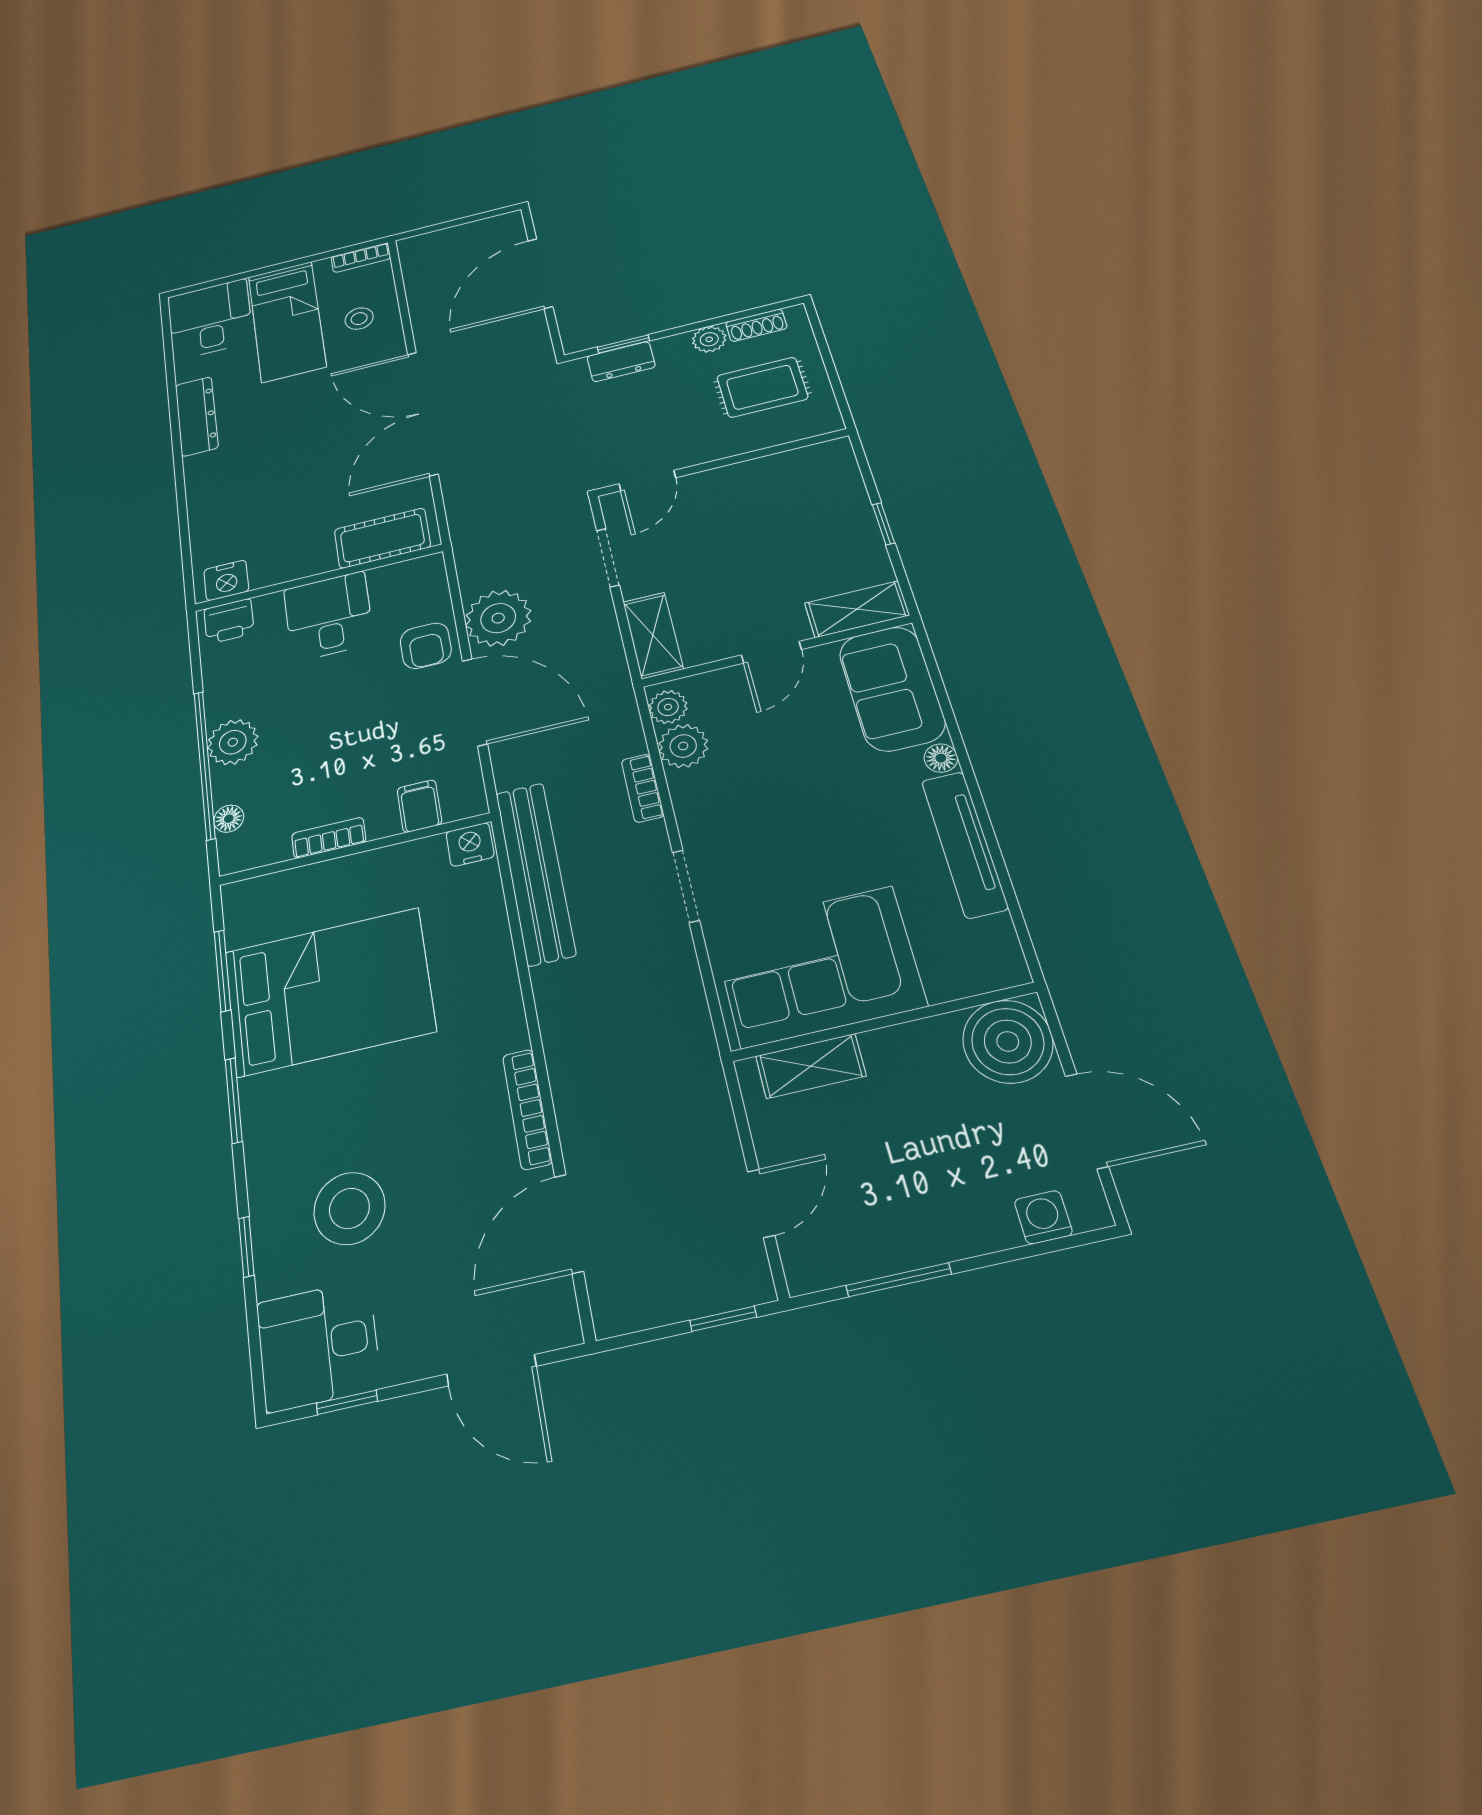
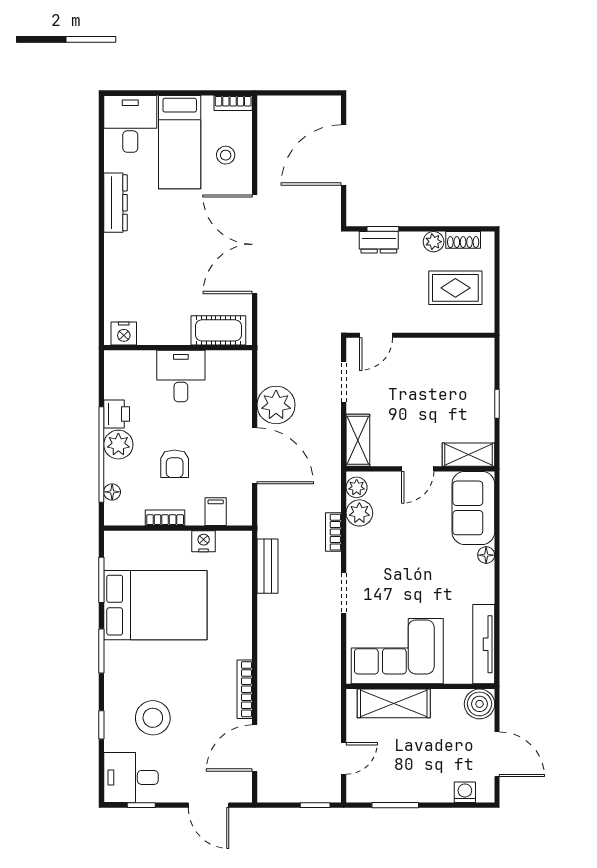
printer: (229, 621) -> (117, 414), moved, turned -90
armchair: (426, 646) -> (175, 464), moved
nightstand: (470, 844) -> (204, 541), moved
tv unit: (964, 844) -> (484, 644), moved
bench: (535, 873) -> (268, 566), width x0.54, depth x0.82
boiler: (1008, 1041) -> (480, 704), width x0.73, depth x0.73
shelving: (811, 1066) -> (394, 703), width x1.50, depth x1.33

